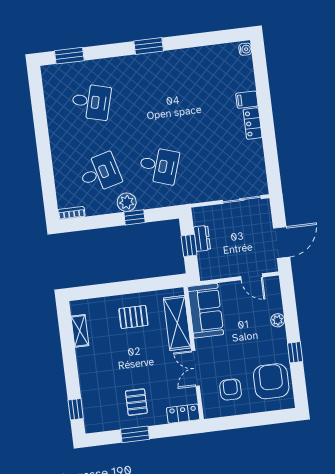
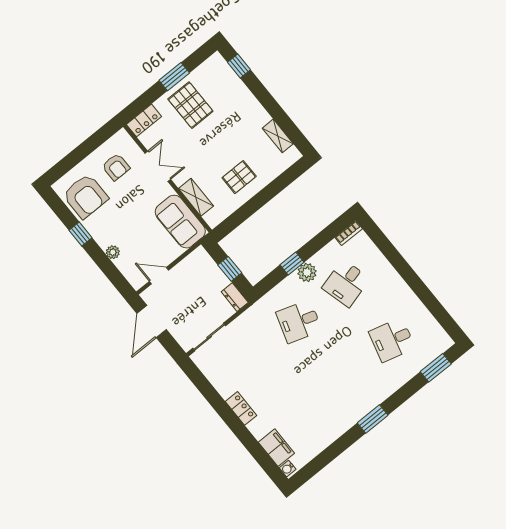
filing cabinet: (247, 100) -> (276, 448), moved, width x2.00
dresser: (202, 238) -> (235, 297), moved
shelving: (177, 323) -> (196, 197), width x0.67, depth x0.75
pallet: (136, 402) -> (190, 105), width x1.50, depth x1.42

